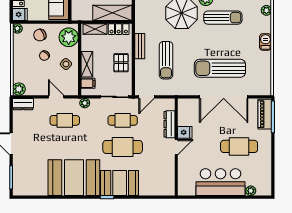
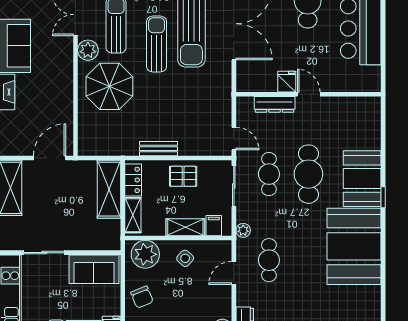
chair: (44, 56) -> (173, 290), removed
sun lounger: (166, 60) -> (157, 44), moved, turned -90

